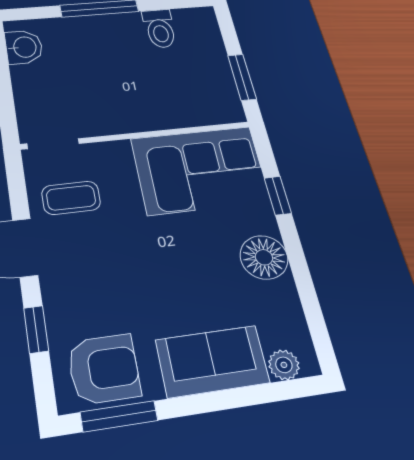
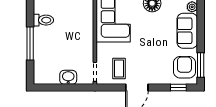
washbasin: (24, 47) -> (68, 77), moved
window: (36, 329) -> (178, 88), moved

